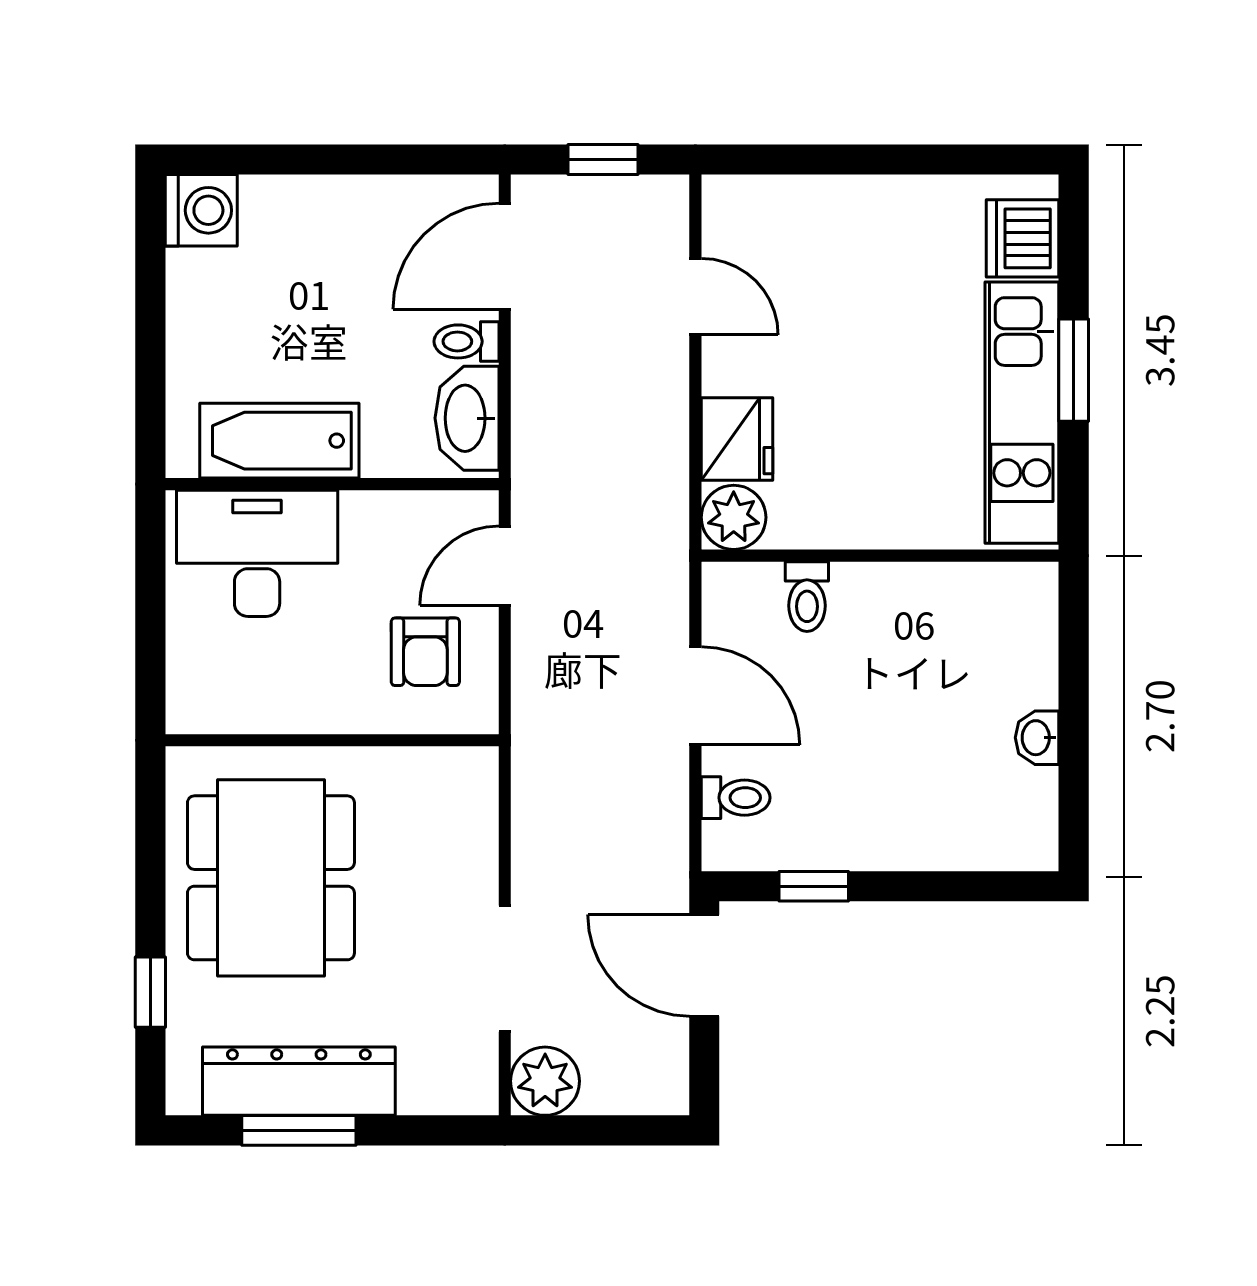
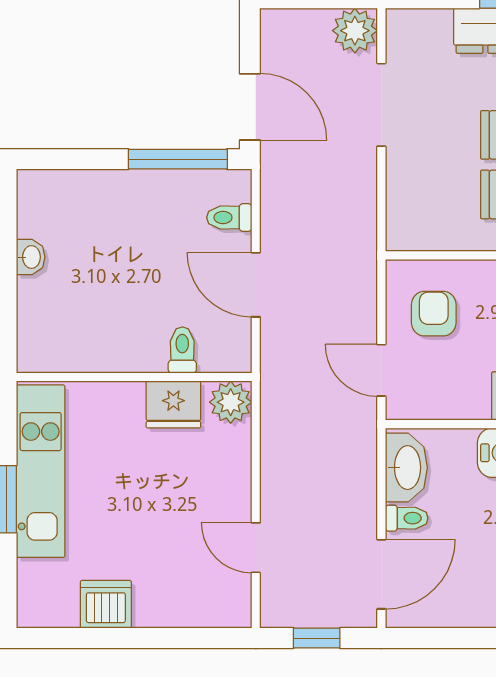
dishwasher: (1023, 238) -> (106, 604), moved, turned -90
fridge: (737, 439) -> (173, 404), moved, turned -90
door: (505, 566) -> (381, 370), swing flipped
window: (814, 886) -> (178, 159), width x2.17

